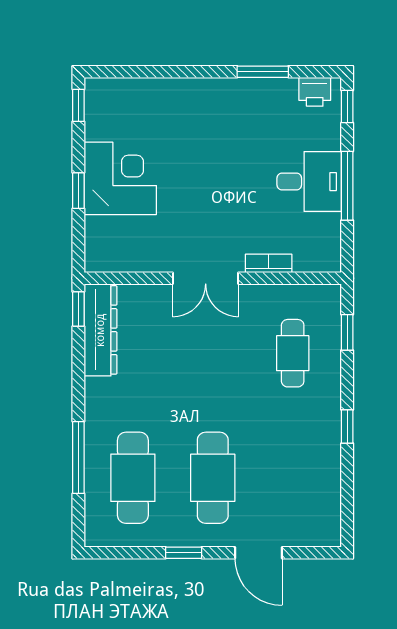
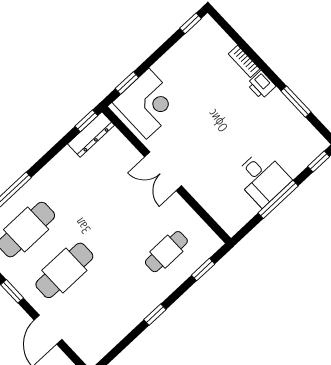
printer: (315, 92) -> (261, 85), moved
corner desk: (120, 178) -> (148, 104), moved
window: (78, 191) -> (127, 83), moved
bookcase: (269, 263) -> (244, 61), moved, turned 180
dresser: (100, 330) -> (91, 135), width x0.73, depth x0.80

